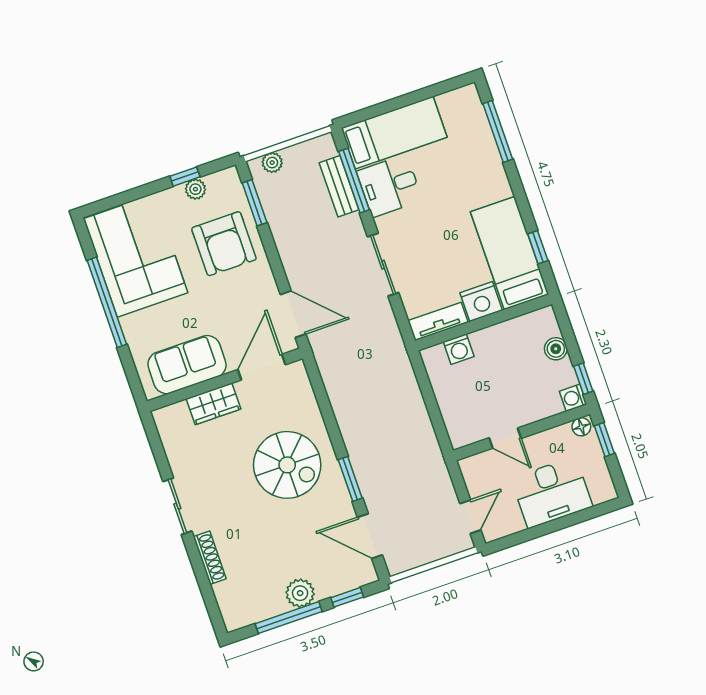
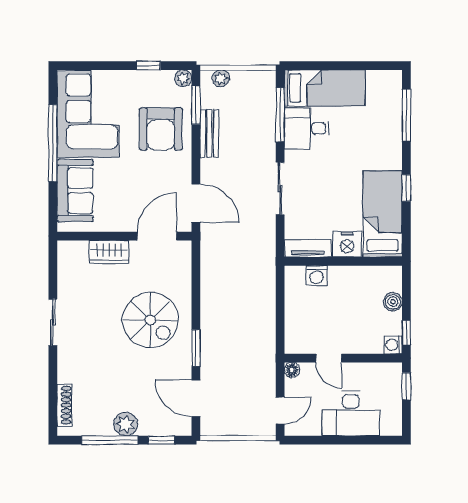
bench: (339, 186) -> (209, 133), moved
plant: (195, 189) -> (183, 78), moved
window: (538, 247) -> (406, 188), moved
sofa: (187, 365) -> (75, 191), moved, turned 90
floor lamp: (581, 427) -> (292, 370), moved
shoe rack: (210, 558) -> (64, 405), moved

